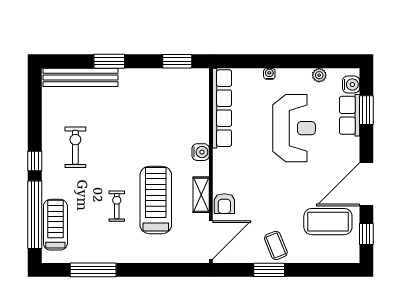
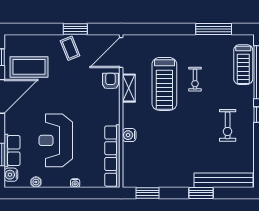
water cooler: (201, 152) -> (129, 135), moved

